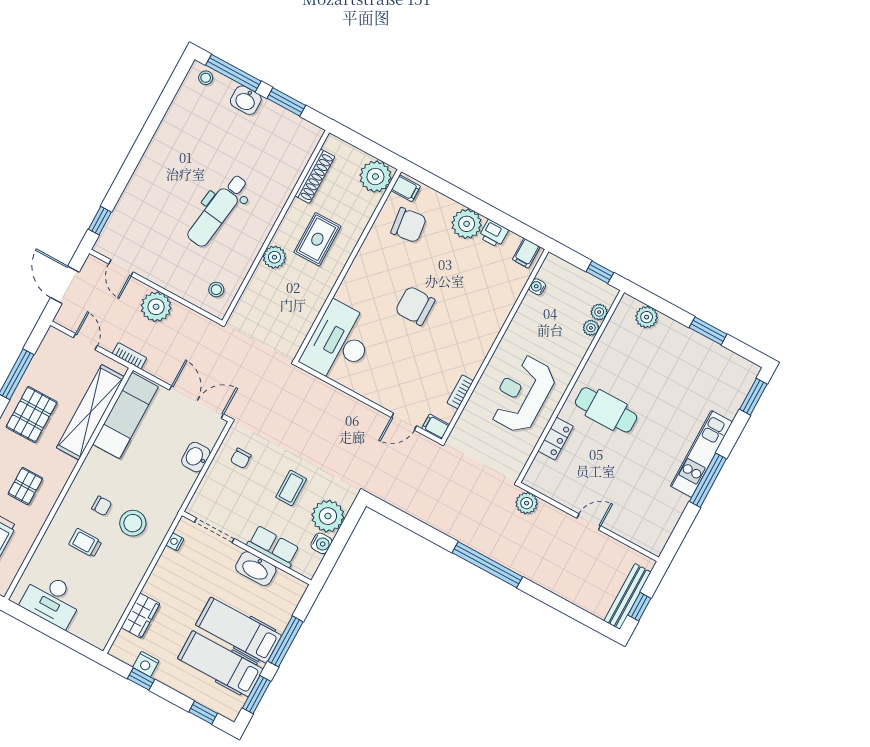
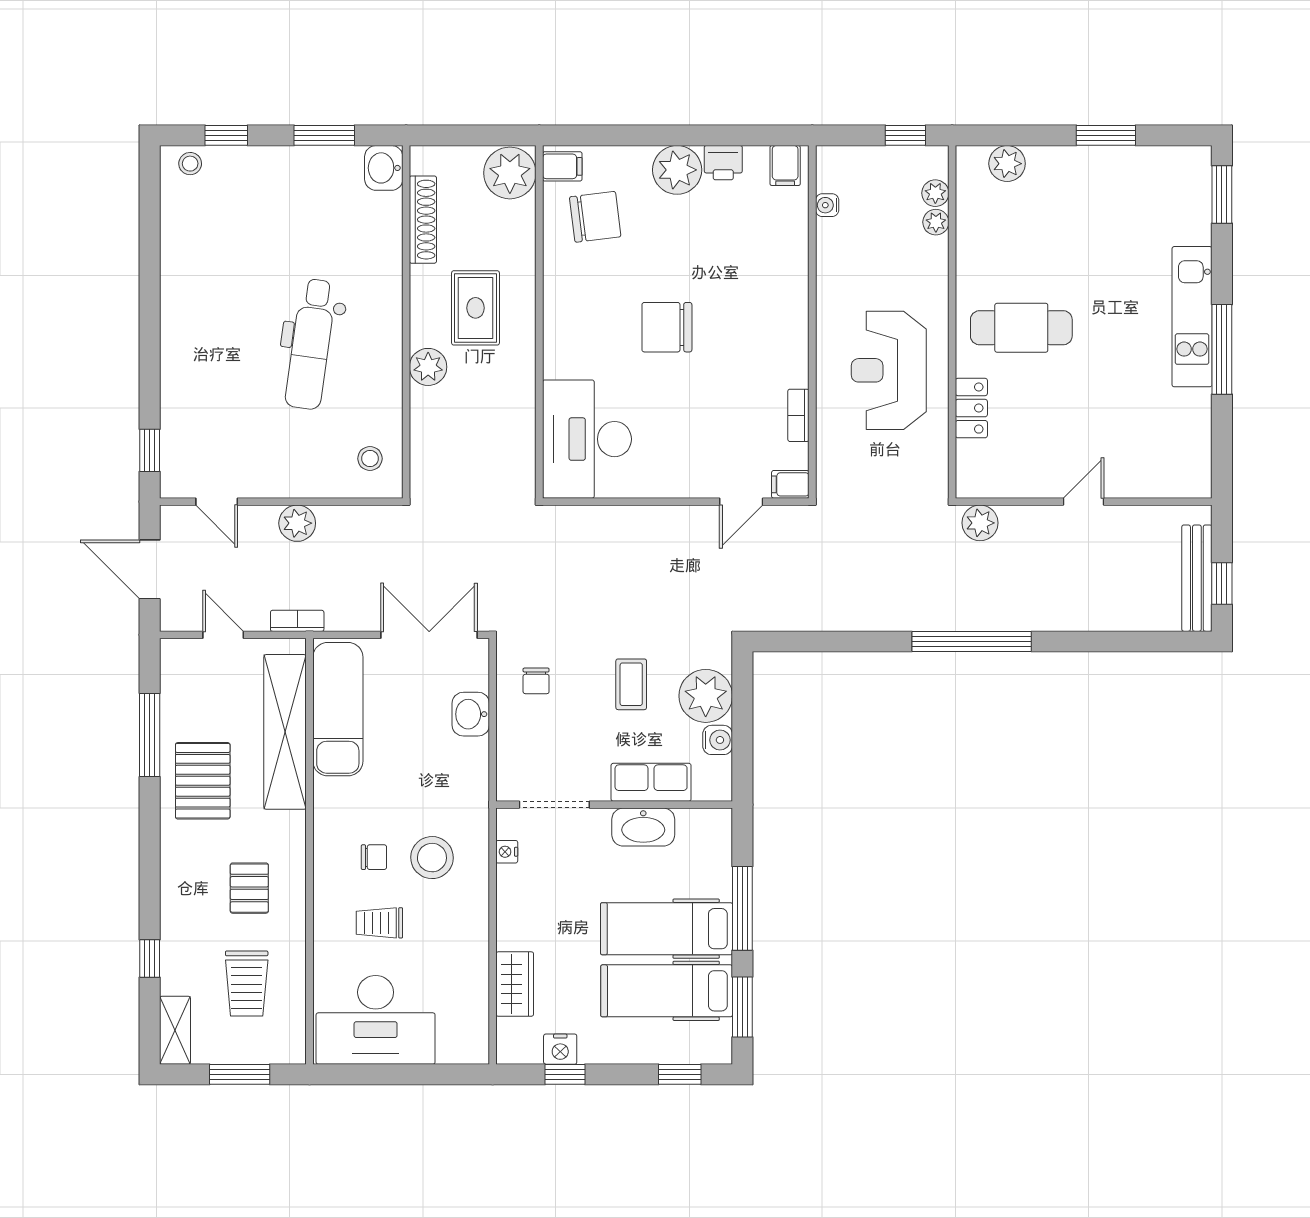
window: (233, 73) -> (226, 135), width x0.46
washbasin: (246, 100) -> (384, 168), moved, turned 90
plant: (156, 307) -> (297, 523), width x0.73, depth x0.73
desk: (52, 600) -> (376, 1020), width x1.36, depth x1.30

